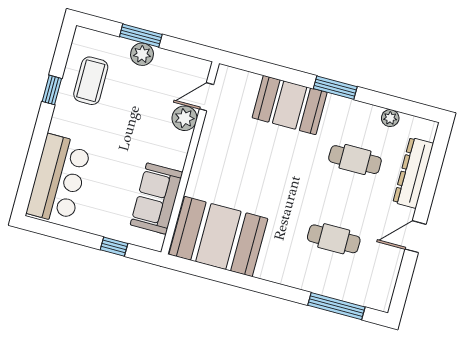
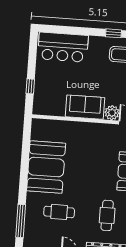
sofa: (156, 199) -> (85, 107), moved
booth: (218, 236) -> (46, 167), moved
cafe table: (334, 239) -> (59, 212), turned 90

